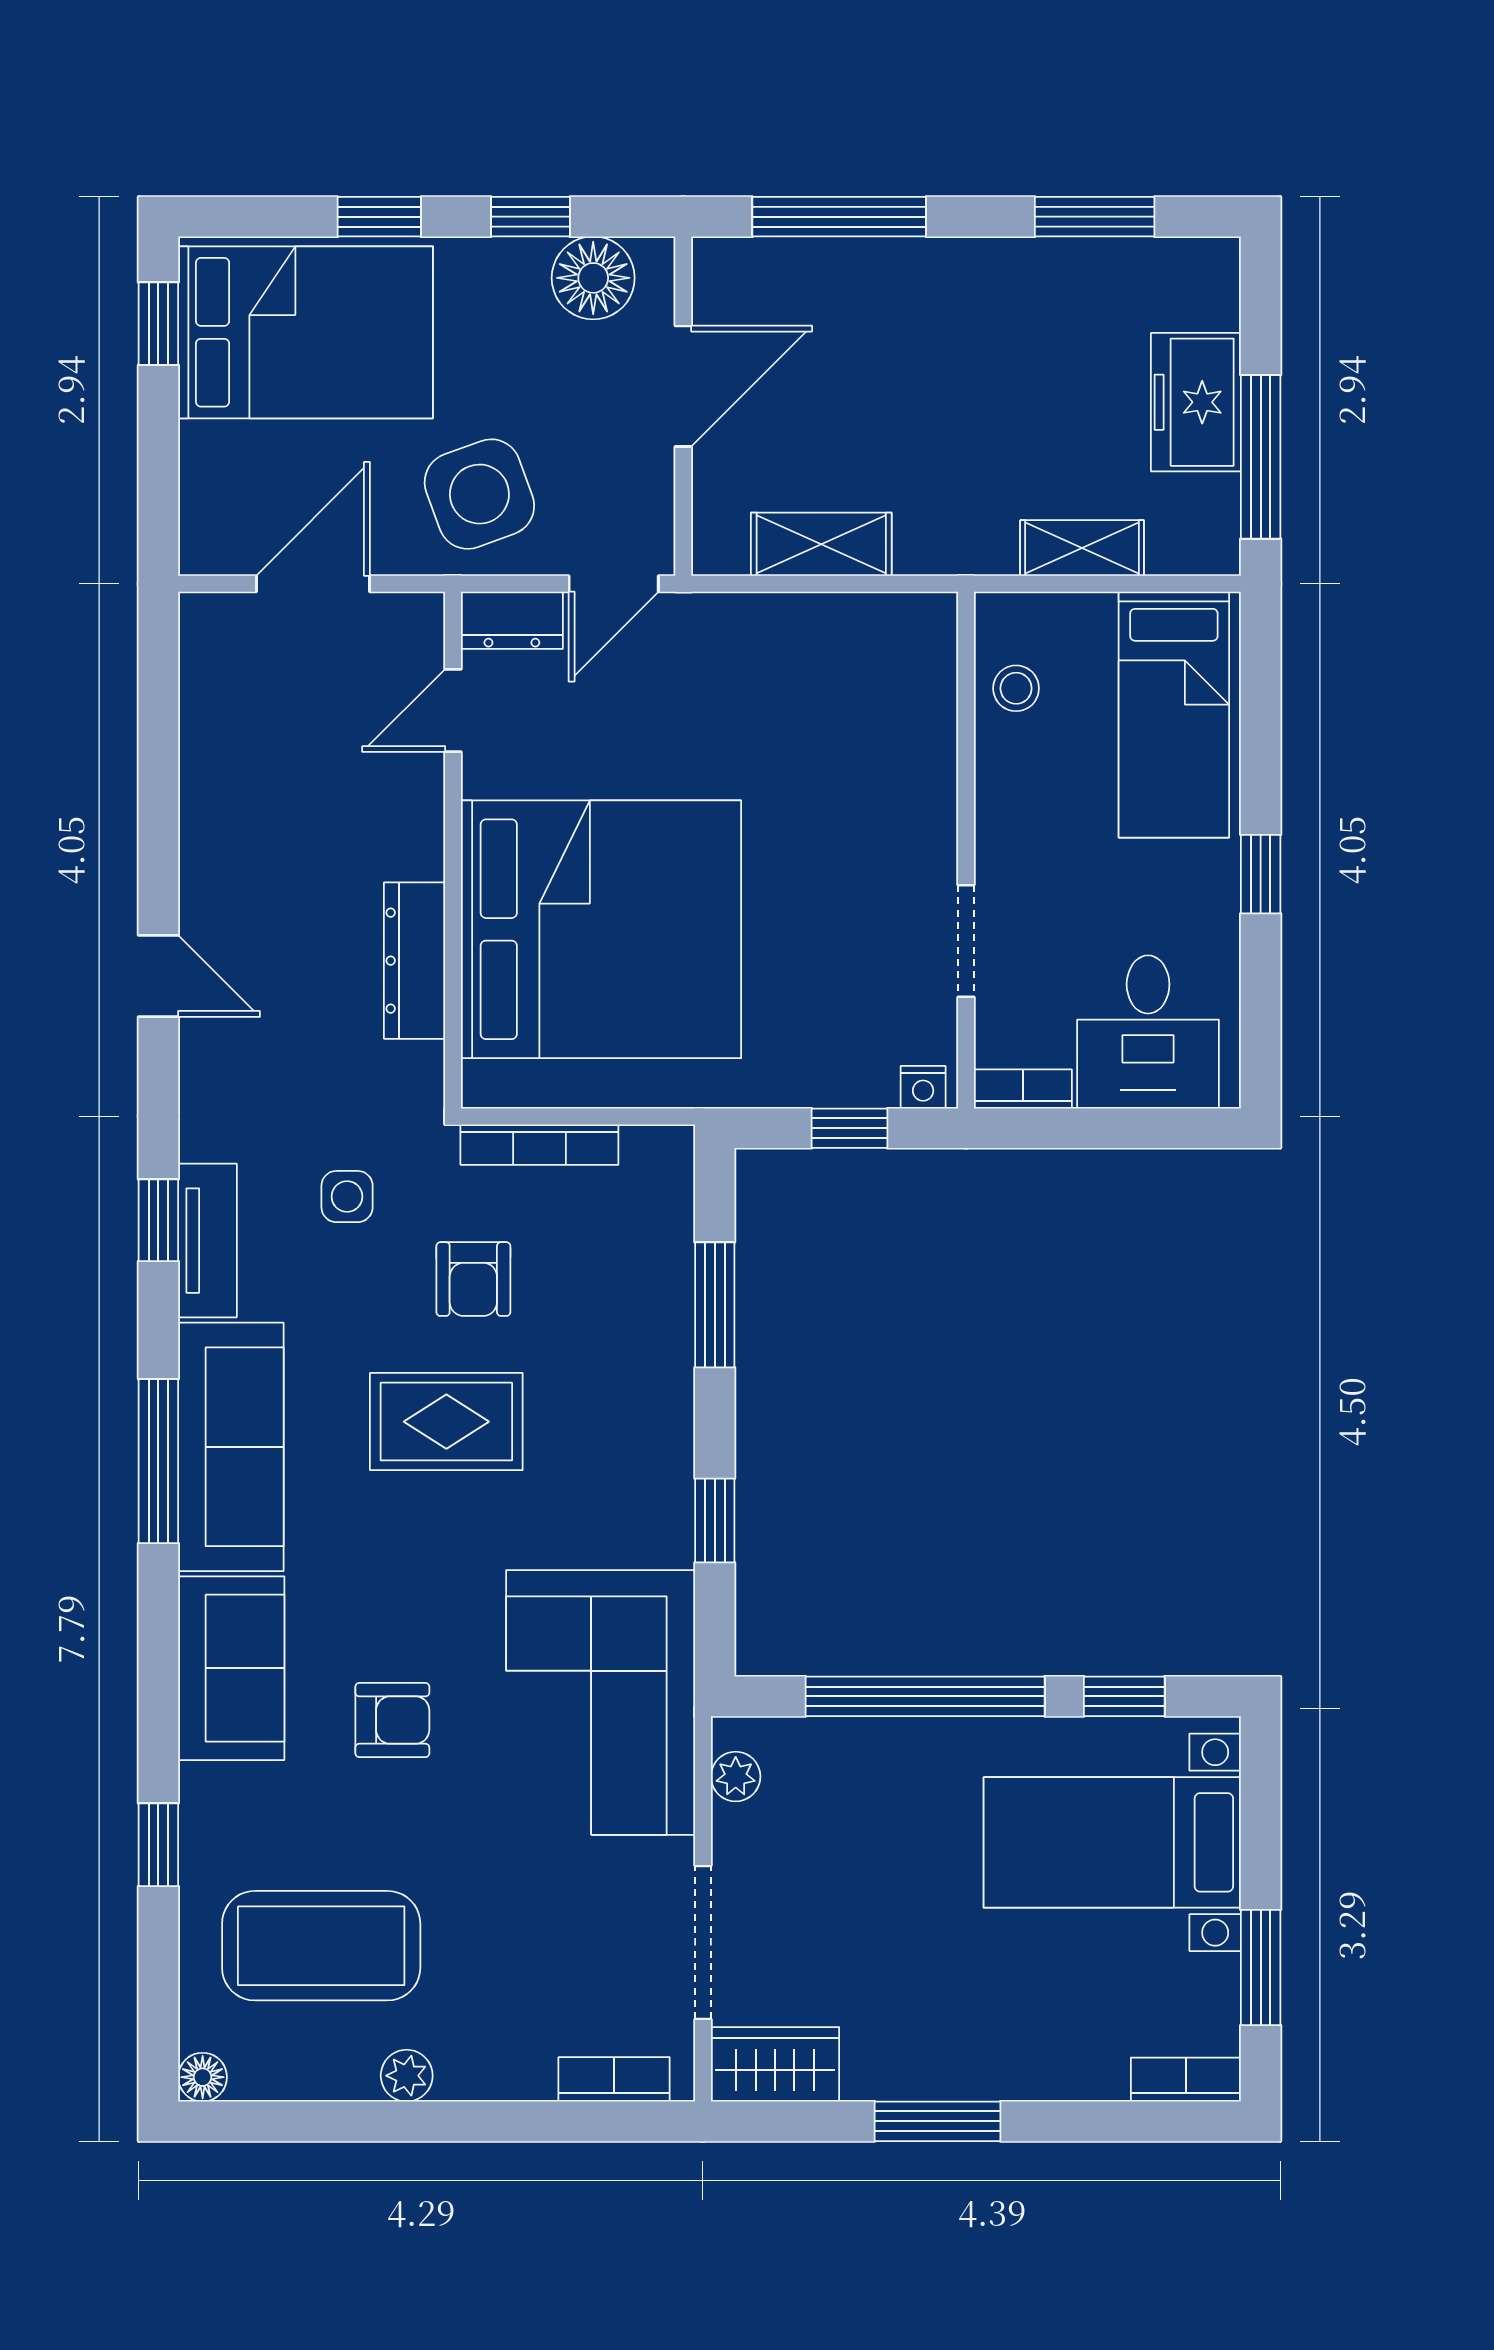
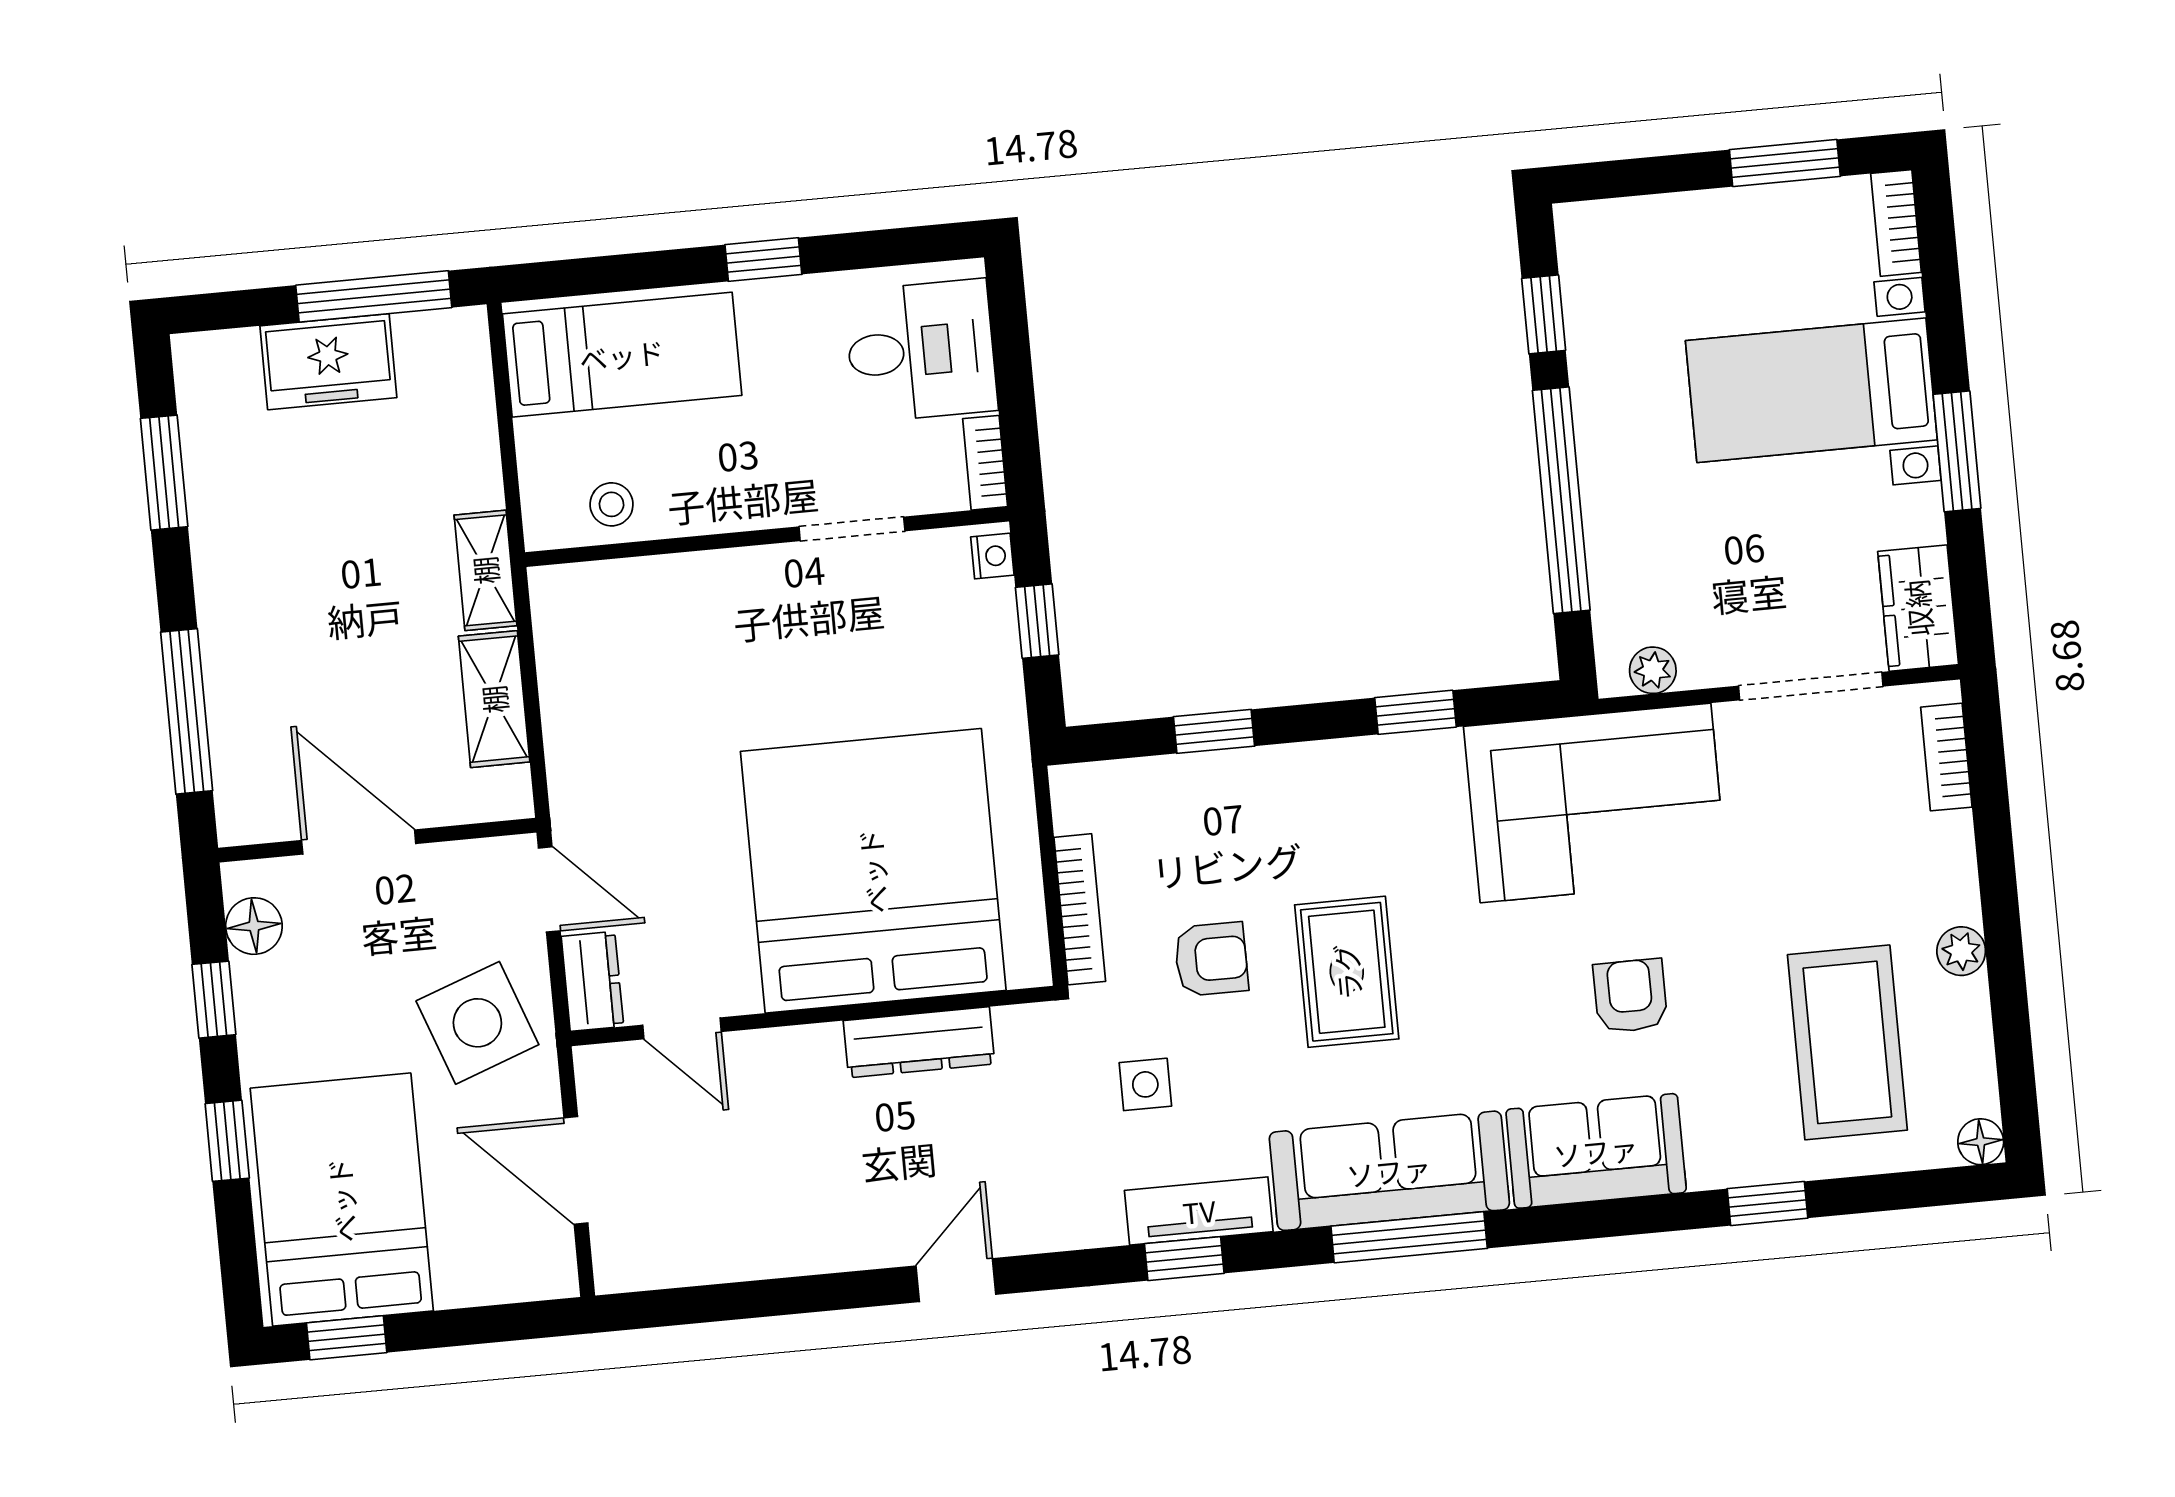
floor lamp: (593, 278) -> (254, 926), width x0.73, depth x0.73
shelving: (1082, 548) -> (485, 570), moved
window: (715, 1305) -> (1214, 731), width x0.67
bed with nightstands: (1112, 1842) -> (1811, 390), moved, turned 90

